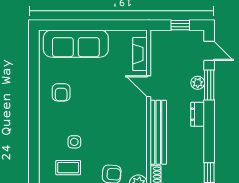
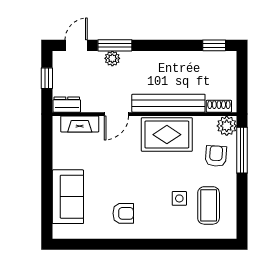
sofa: (76, 44) -> (68, 197), width x0.73
dresser: (198, 114) -> (67, 105), moved, turned 180
rug: (131, 131) -> (167, 135), added
coffee table: (68, 168) -> (209, 205), width x1.36, depth x1.30

